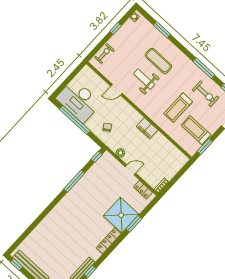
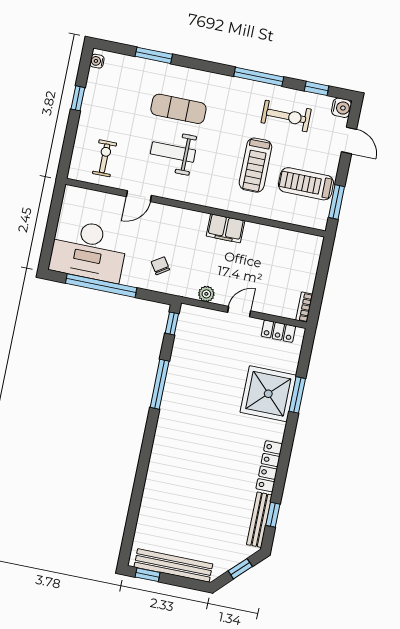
exercise bike: (104, 54) -> (105, 158), moved
locker: (109, 241) -> (269, 466), moved

